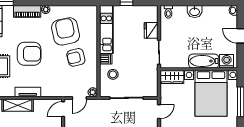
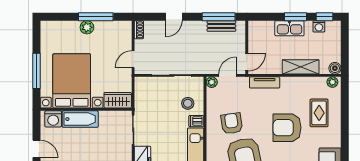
armchair: (76, 57) -> (232, 123), turned -85
tv unit: (28, 92) -> (265, 82), moved

